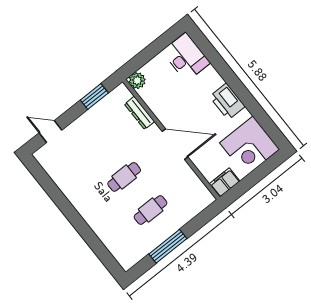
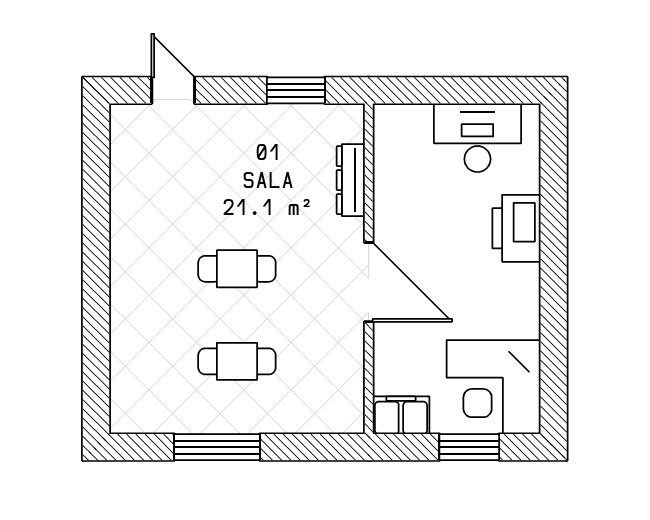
desk: (186, 57) -> (477, 138), moved, turned -90
plant: (137, 81) -> (391, 122), removed
printer: (227, 101) -> (517, 228), moved
window: (258, 174) -> (469, 447), added

